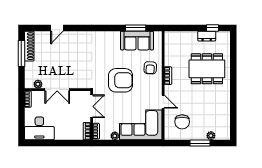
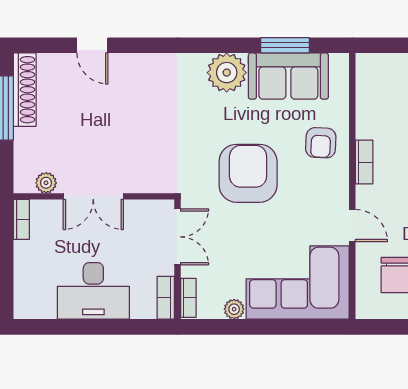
door: (57, 28) -> (92, 45), hinge flipped
plant: (112, 39) -> (227, 73), added
armchair: (121, 80) -> (248, 173), turned -90
desk: (39, 128) -> (93, 291), moved

